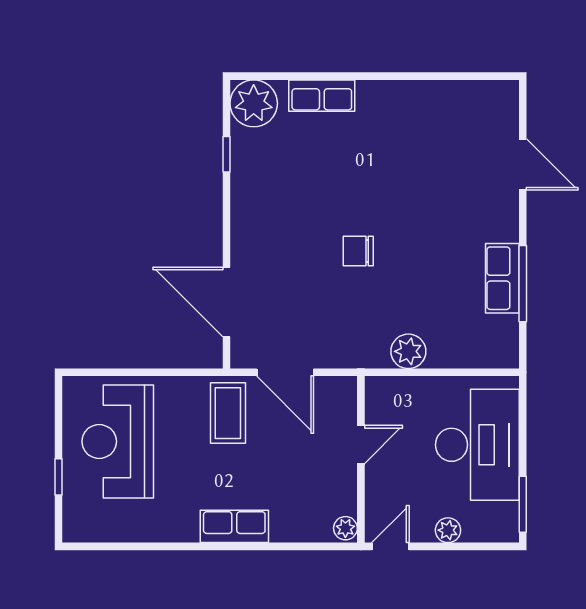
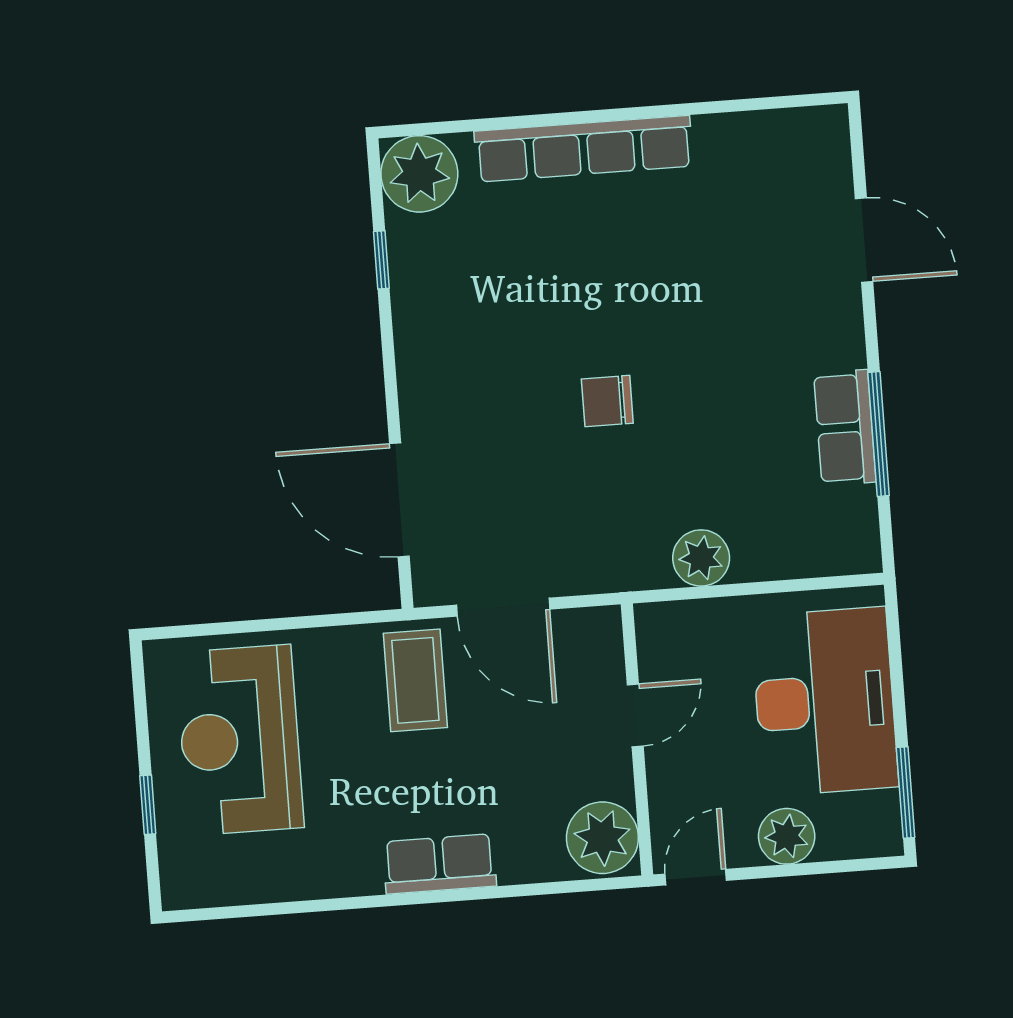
row of seats: (322, 96) -> (584, 149), width x2.02
plant: (345, 528) -> (602, 838), width x1.87, depth x1.87
plant: (448, 530) -> (787, 836), width x1.38, depth x1.38

